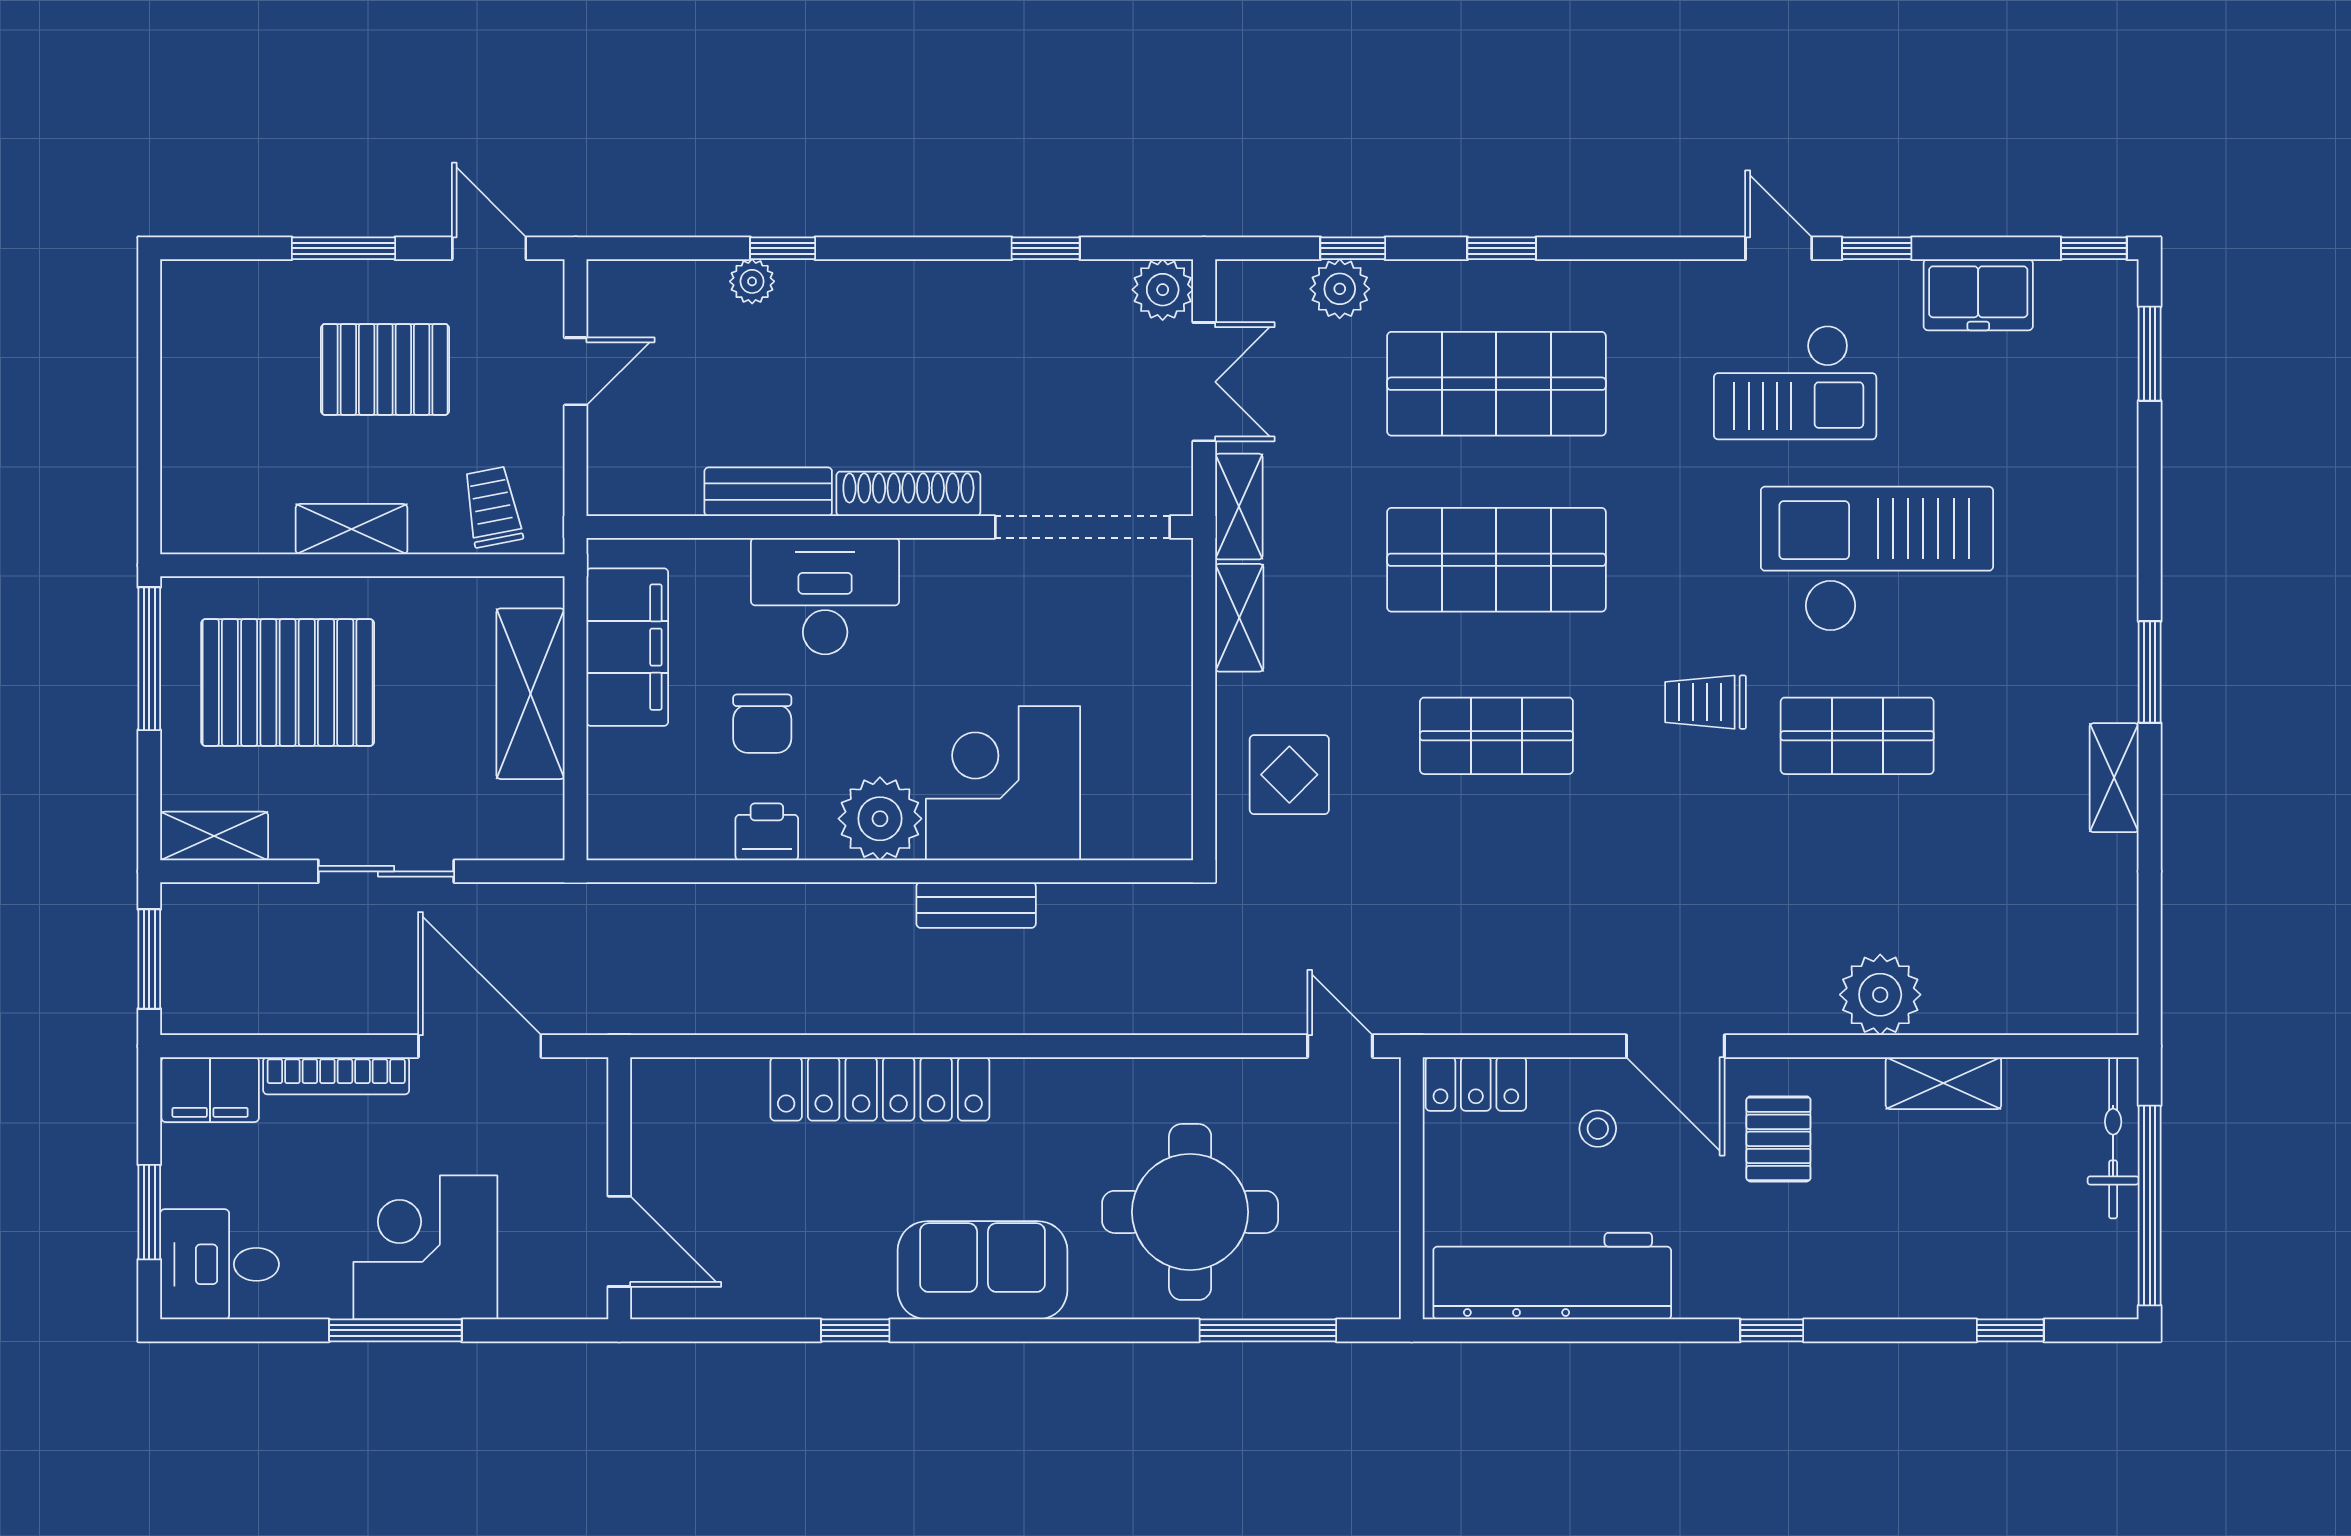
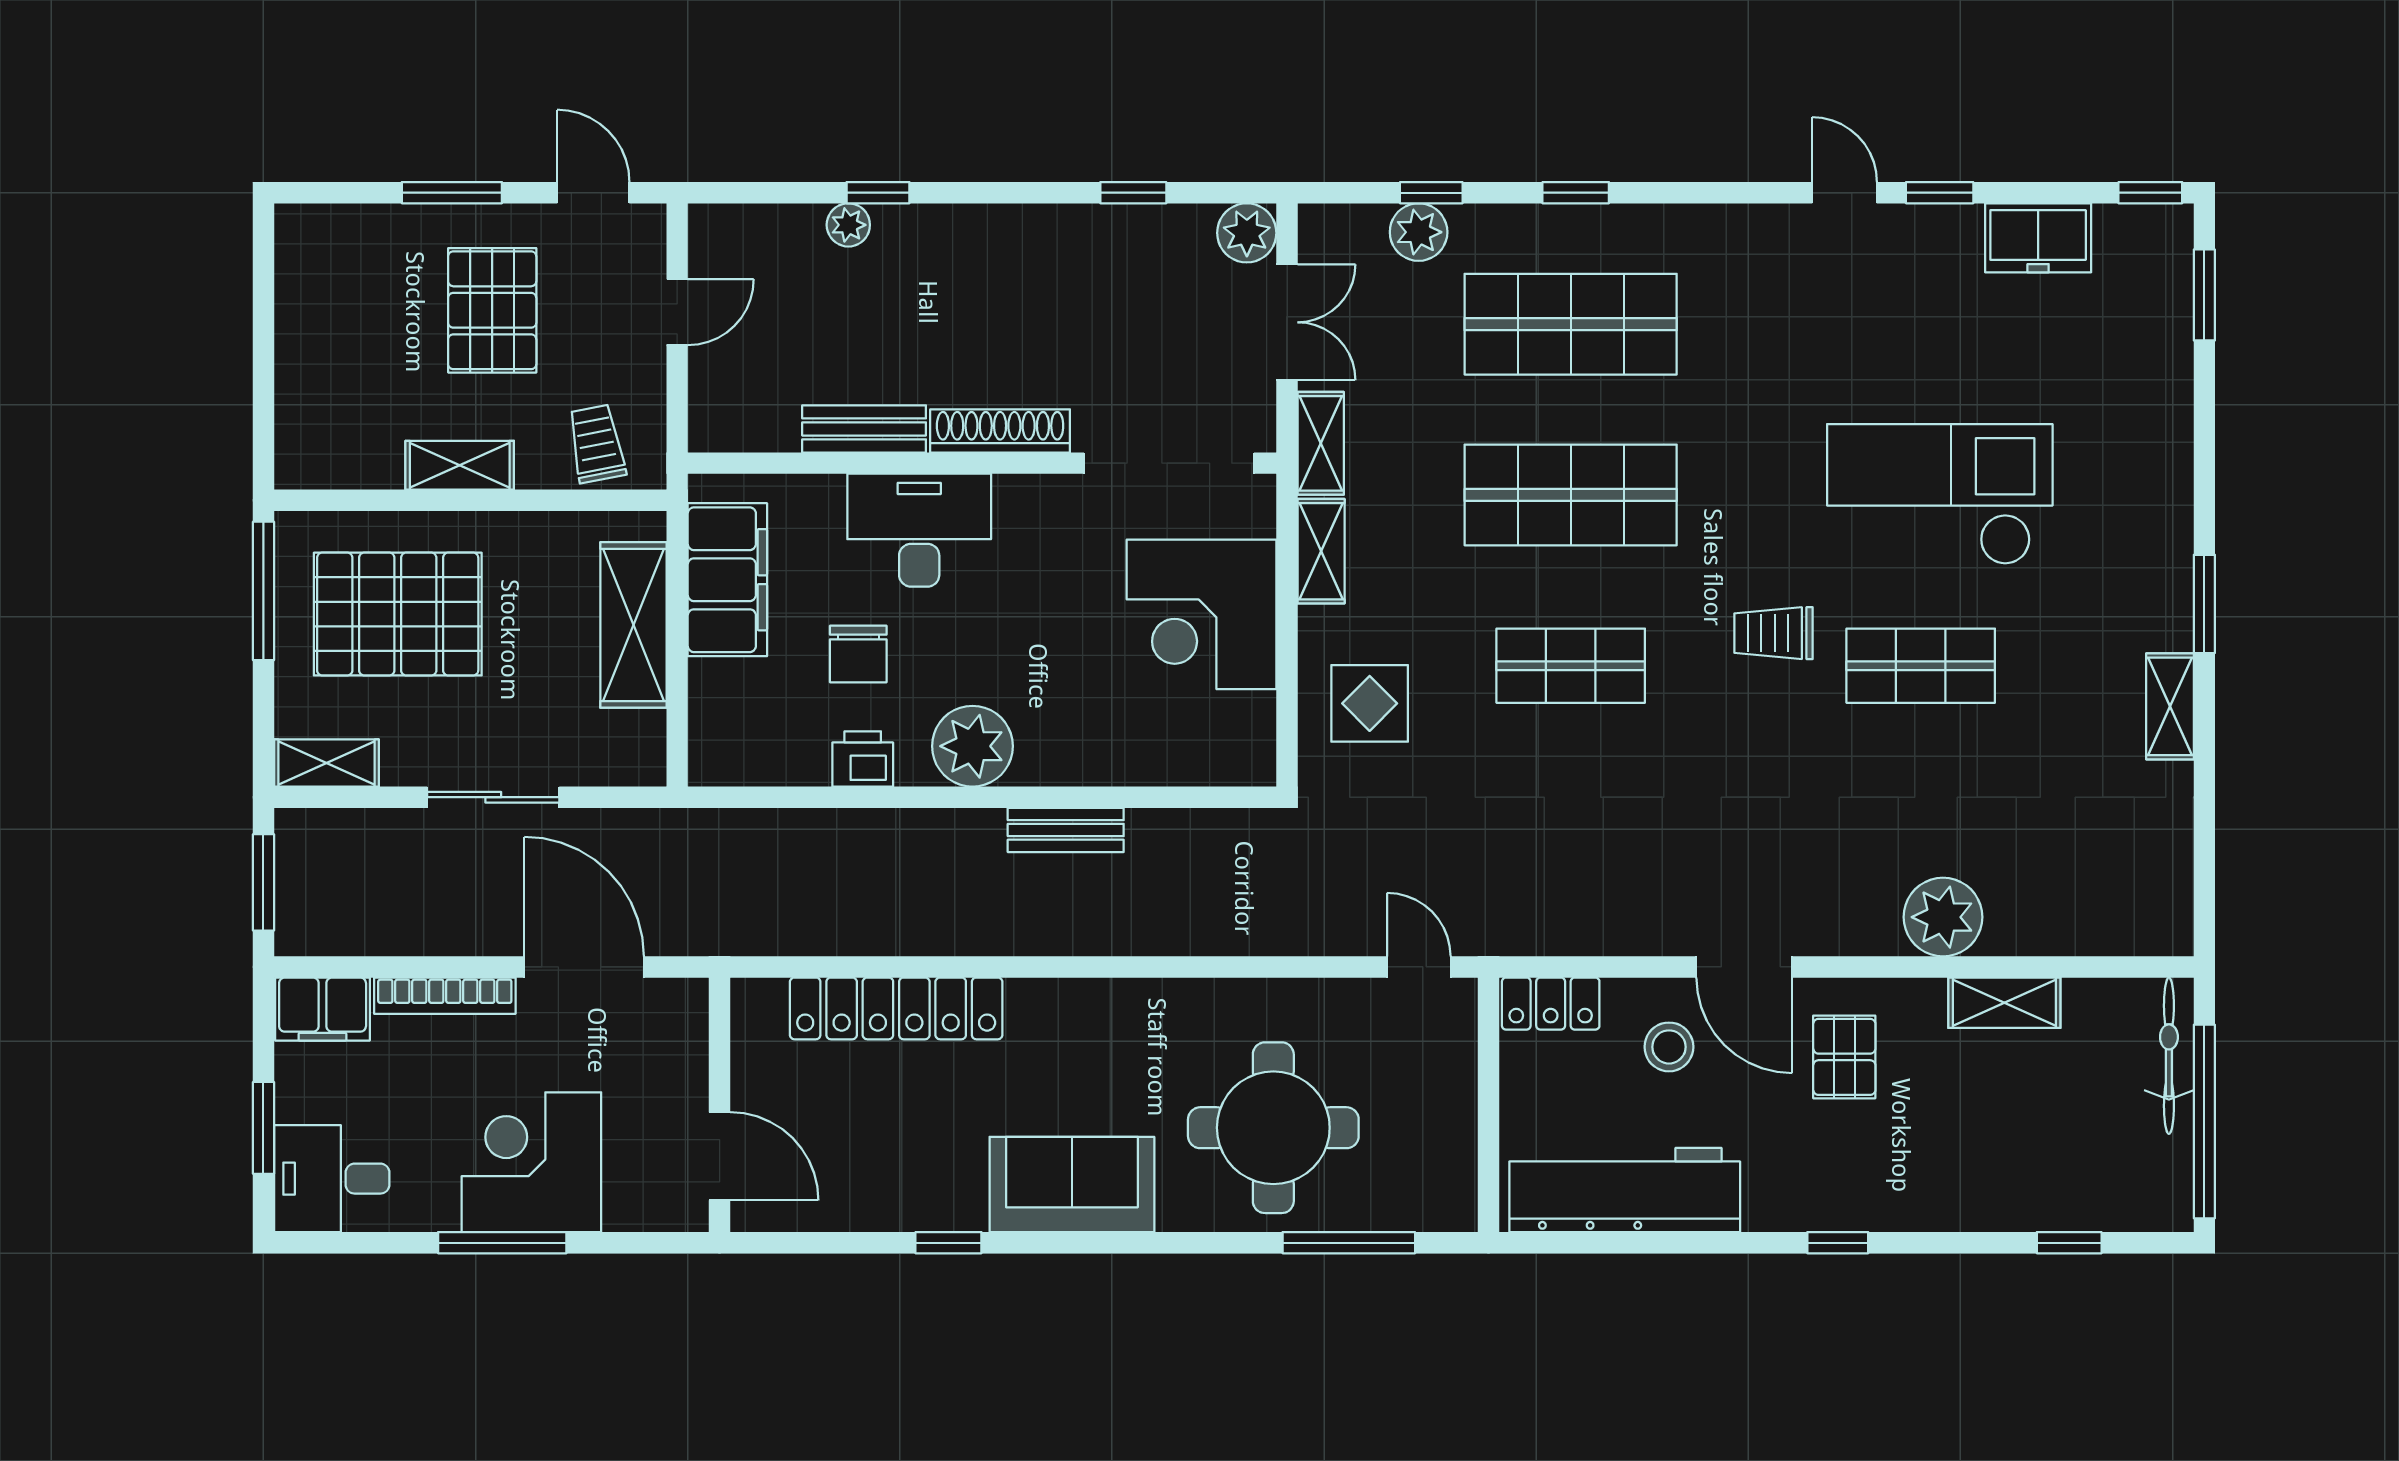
pallet: (385, 369) -> (492, 310), turned 90
checkout: (1795, 382) -> (1860, 323), removed
corner desk: (1003, 783) -> (1202, 614), moved, turned -90
locker: (880, 1089) -> (896, 1008), moved
stool: (1598, 1129) -> (1669, 1047), width x1.37, depth x1.37

